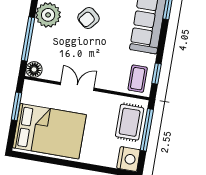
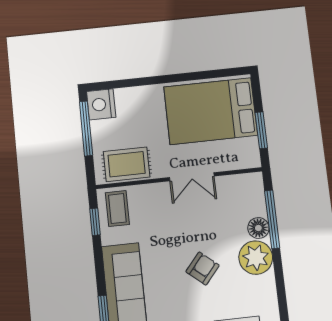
floor lamp: (34, 69) -> (258, 228), moved
rug: (130, 122) -> (127, 164), moved, turned 90
window: (147, 130) -> (86, 128), moved

